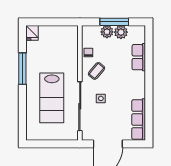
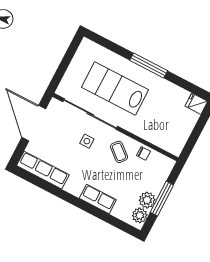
plant: (107, 32) -> (140, 215), moved
row of seats: (139, 57) -> (98, 199), moved
window: (22, 69) -> (149, 66), moved

